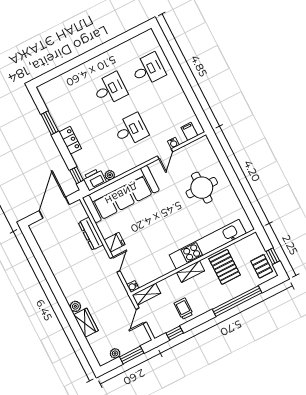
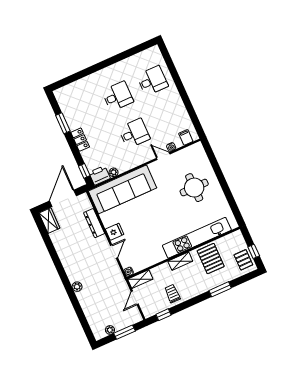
door: (165, 154) -> (163, 156), swing flipped
window: (237, 301) -> (220, 289), width x0.47
wardrobe: (86, 323) -> (49, 221), moved

